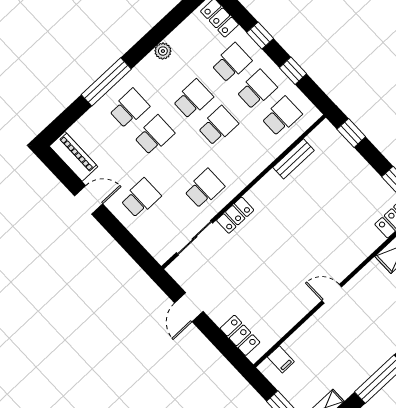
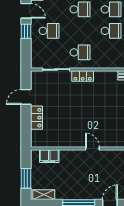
window: (112, 225) -> (26, 31), added
locker: (240, 335) -> (36, 118), moved
filing cabinet: (281, 359) -> (49, 156), width x2.00

